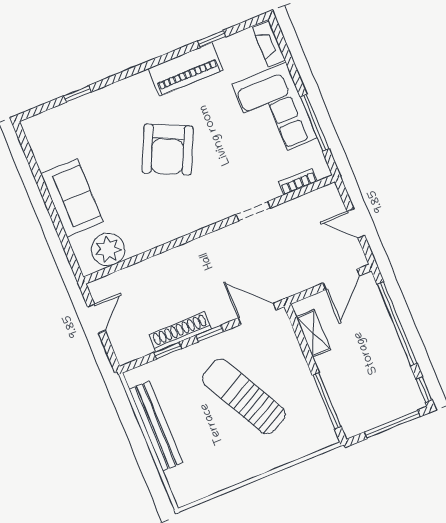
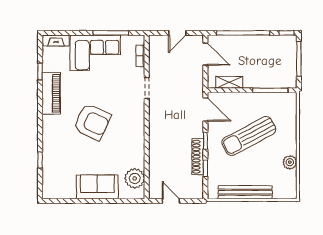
door: (257, 314) -> (205, 109), swing flipped
plant: (229, 475) -> (290, 162), added

